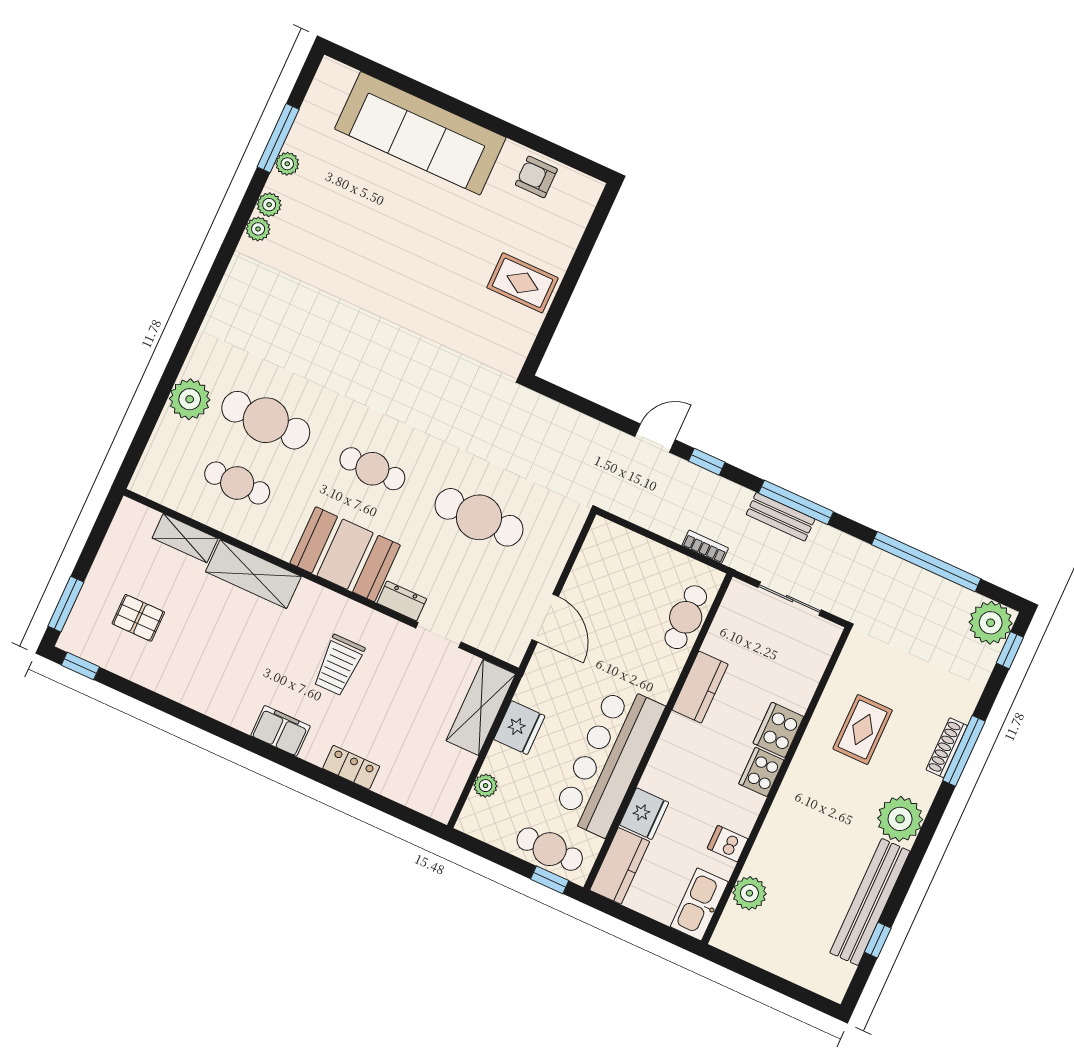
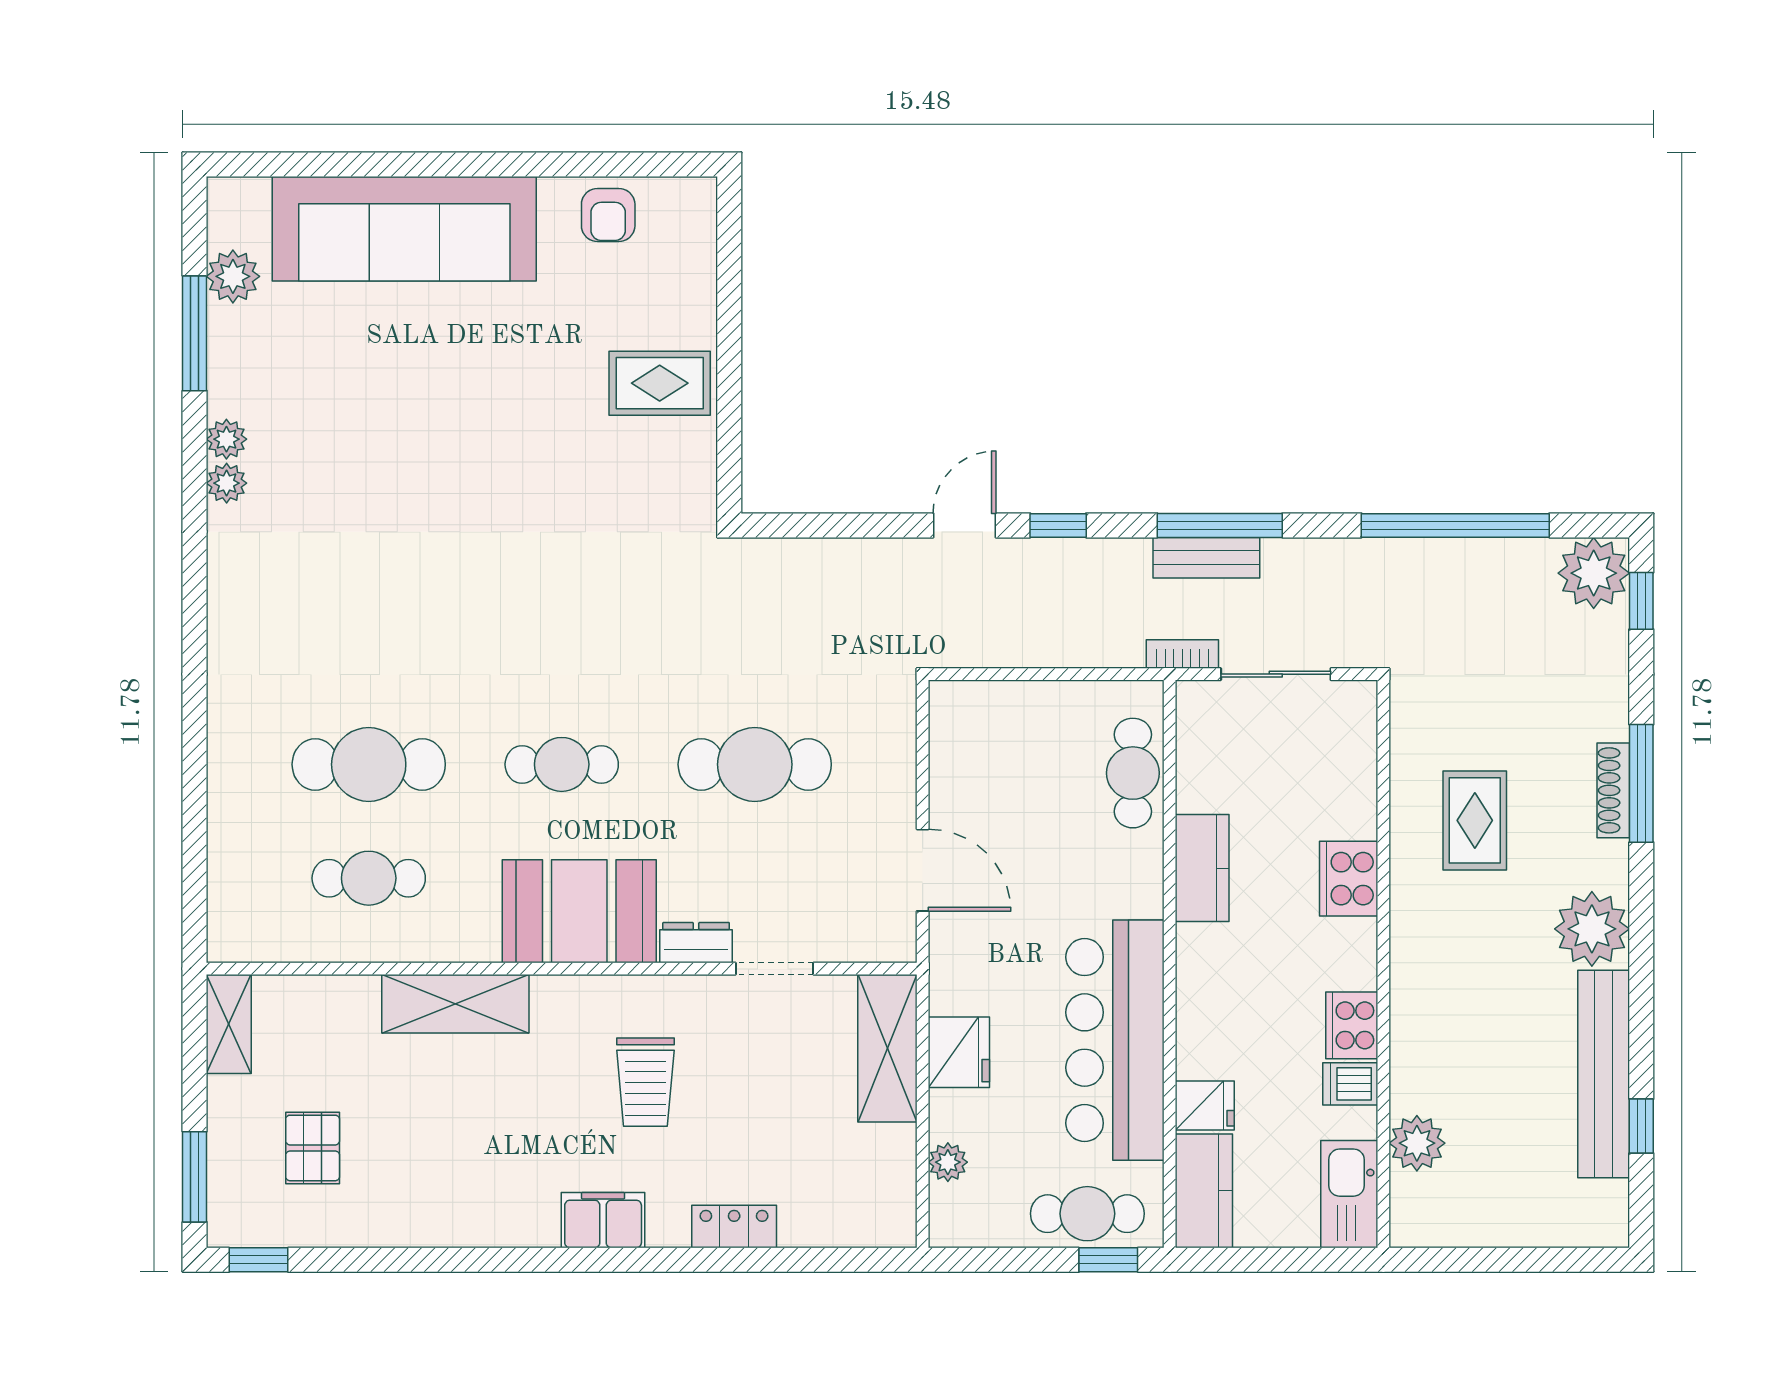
plant: (287, 164) -> (233, 276), moved, width x1.38, depth x1.38
armchair: (536, 177) -> (608, 215), turned -90
plant: (190, 399) -> (240, 785), removed
shelving: (185, 538) -> (229, 1024), moved, turned 90
bookcase: (705, 547) -> (1182, 654), moved
pallet: (138, 618) -> (313, 1148), turned 90
cooker: (761, 772) -> (1352, 1025), moved
fridge: (644, 814) -> (1205, 1105), width x0.72

